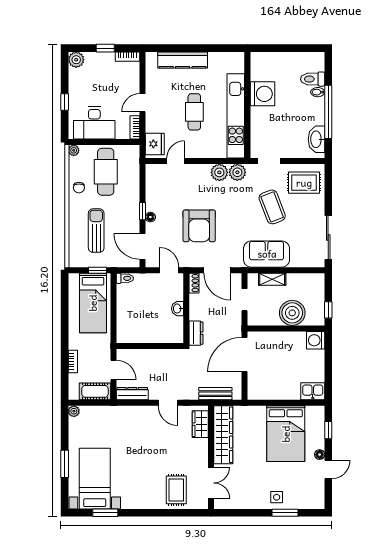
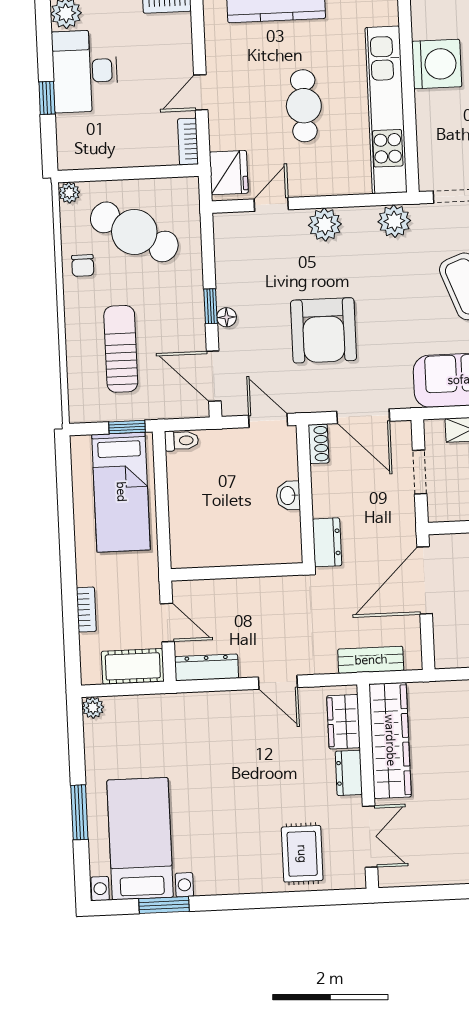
desk: (94, 123) -> (85, 71), moved, turned 90
cafe table: (106, 172) -> (134, 232), turned -61
plant: (219, 172) -> (325, 225), moved
dresser: (202, 450) -> (349, 773), added

